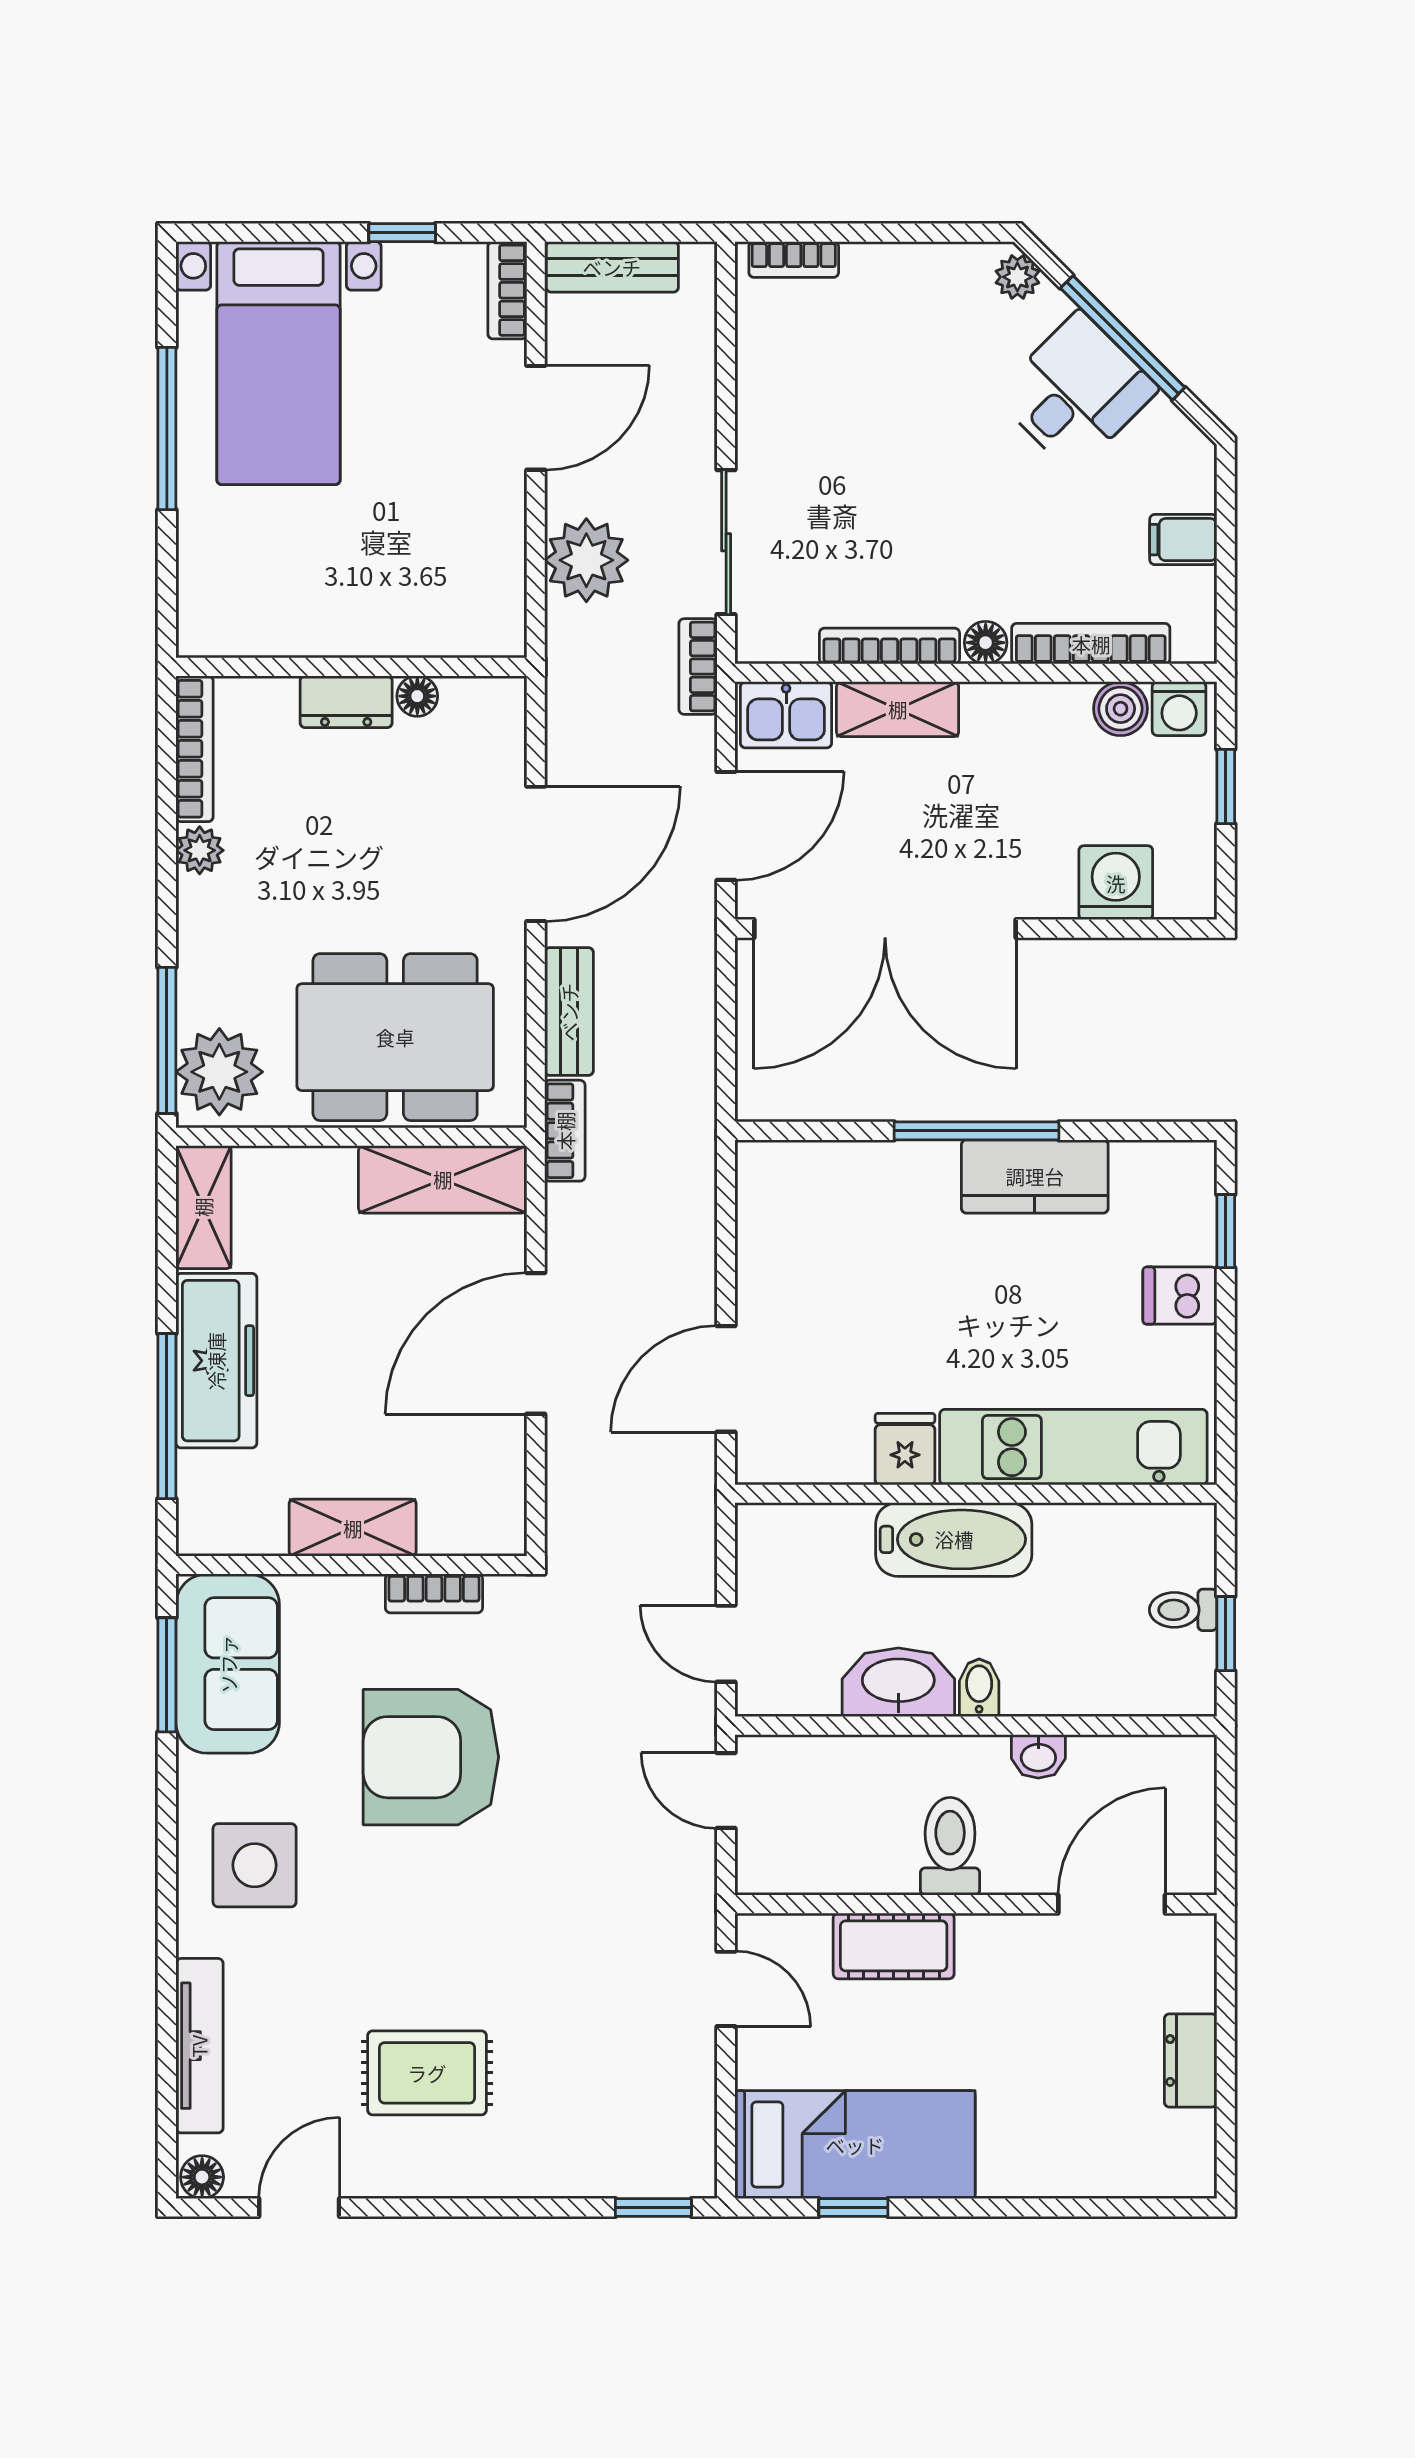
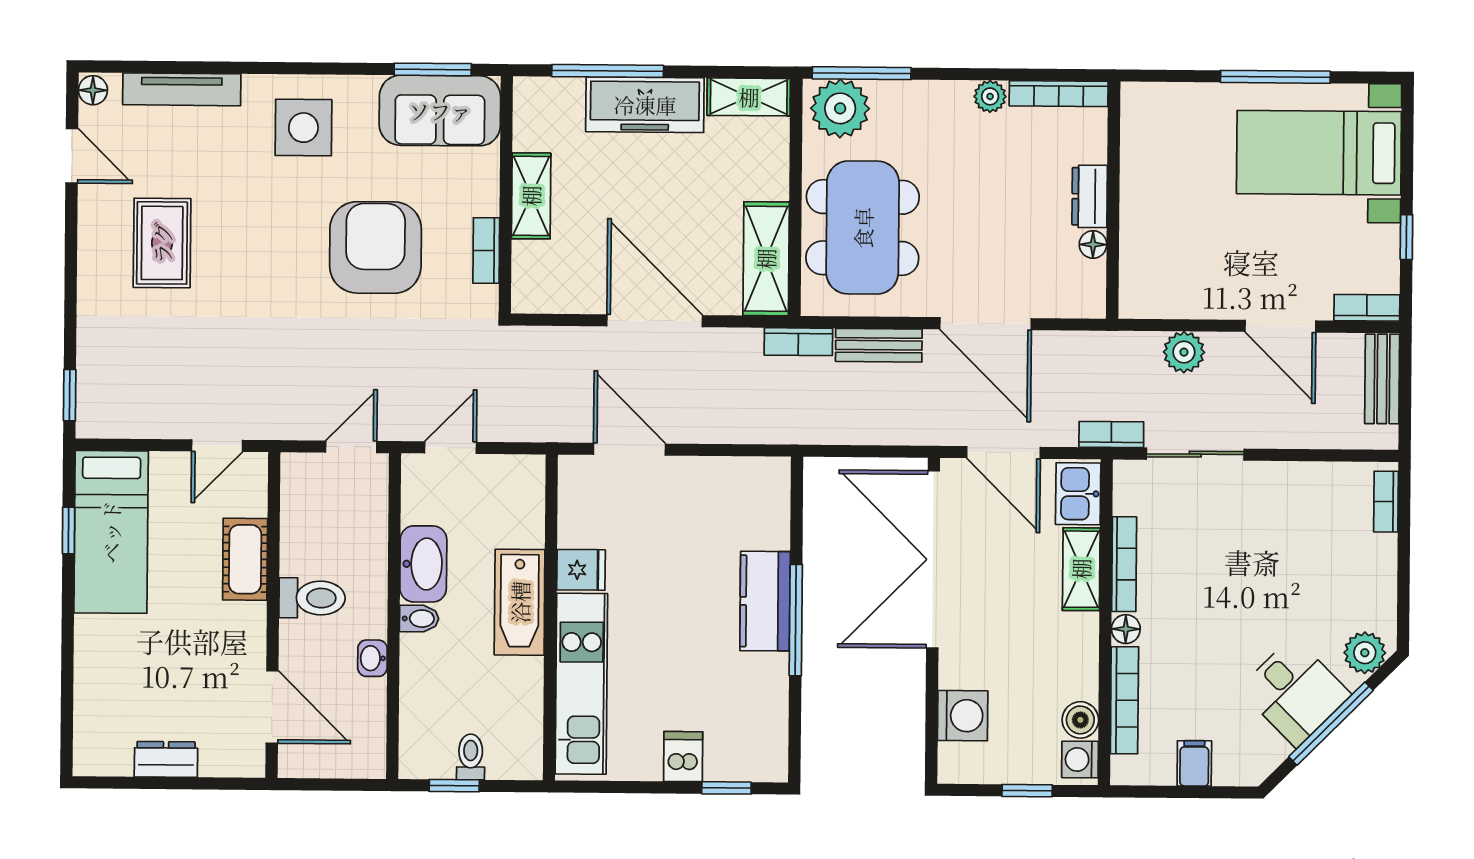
plant: (1017, 277) -> (1365, 653), width x1.38, depth x1.38
plant: (586, 560) -> (1184, 352), width x0.73, depth x0.73
kitchen counter: (1035, 1176) -> (765, 601), moved

